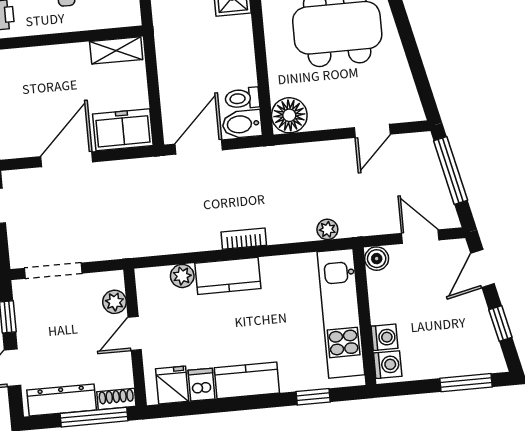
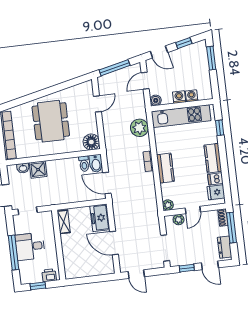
door: (372, 131) -> (97, 104), hinge flipped
plant: (327, 229) -> (139, 128), width x1.88, depth x1.88
plant: (182, 276) -> (168, 205), moved
door: (135, 334) -> (193, 210), hinge flipped
washing machine: (388, 365) -> (179, 97), moved
dresser: (62, 400) -> (225, 247), width x0.70

